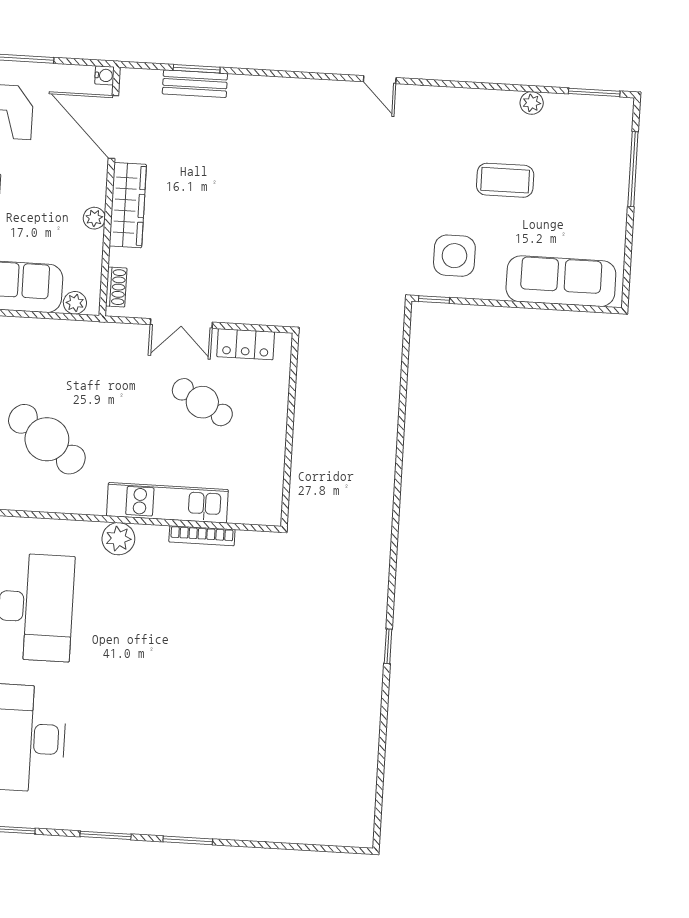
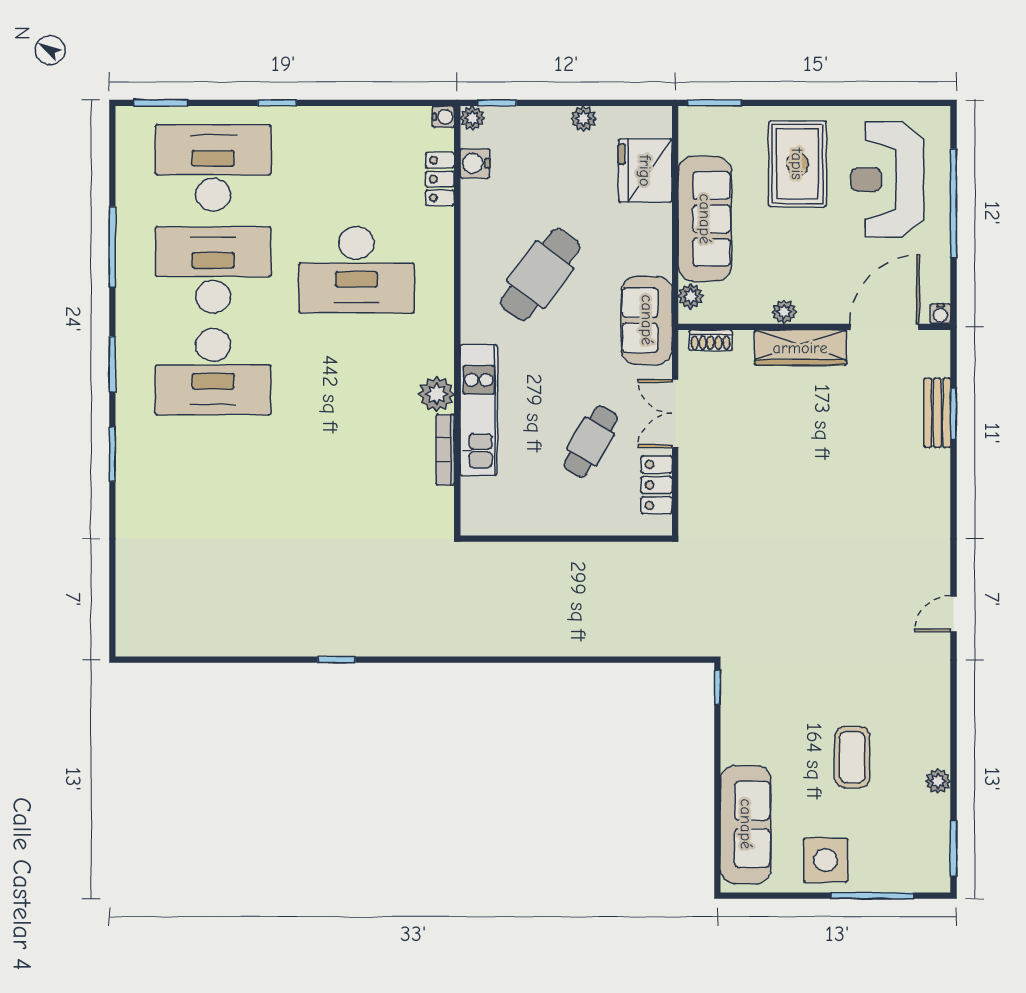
side table: (454, 256) -> (826, 860), moved
sofa: (94, 344) -> (647, 320), added
plant: (118, 539) -> (436, 394), moved
desk: (118, 744) -> (213, 372), added

